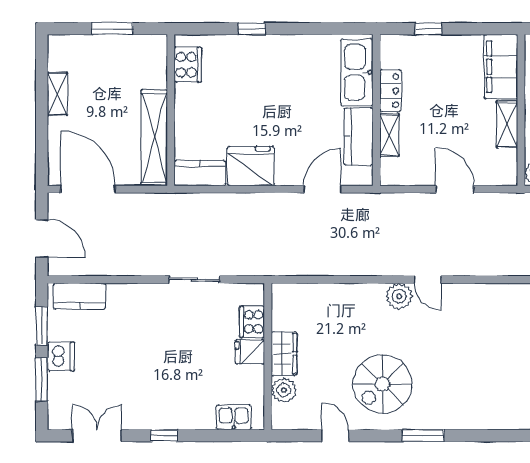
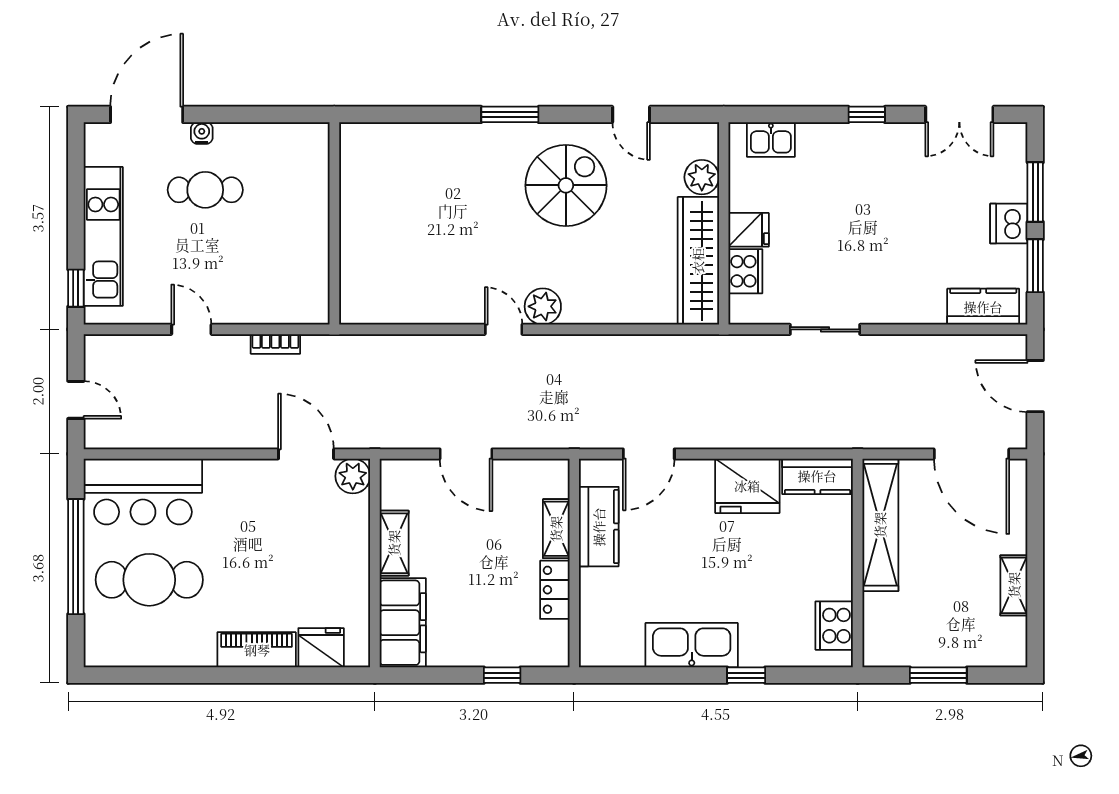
kitchen sink: (357, 72) -> (692, 645), moved, turned -90
wardrobe: (284, 354) -> (698, 261), width x2.10, depth x1.17

